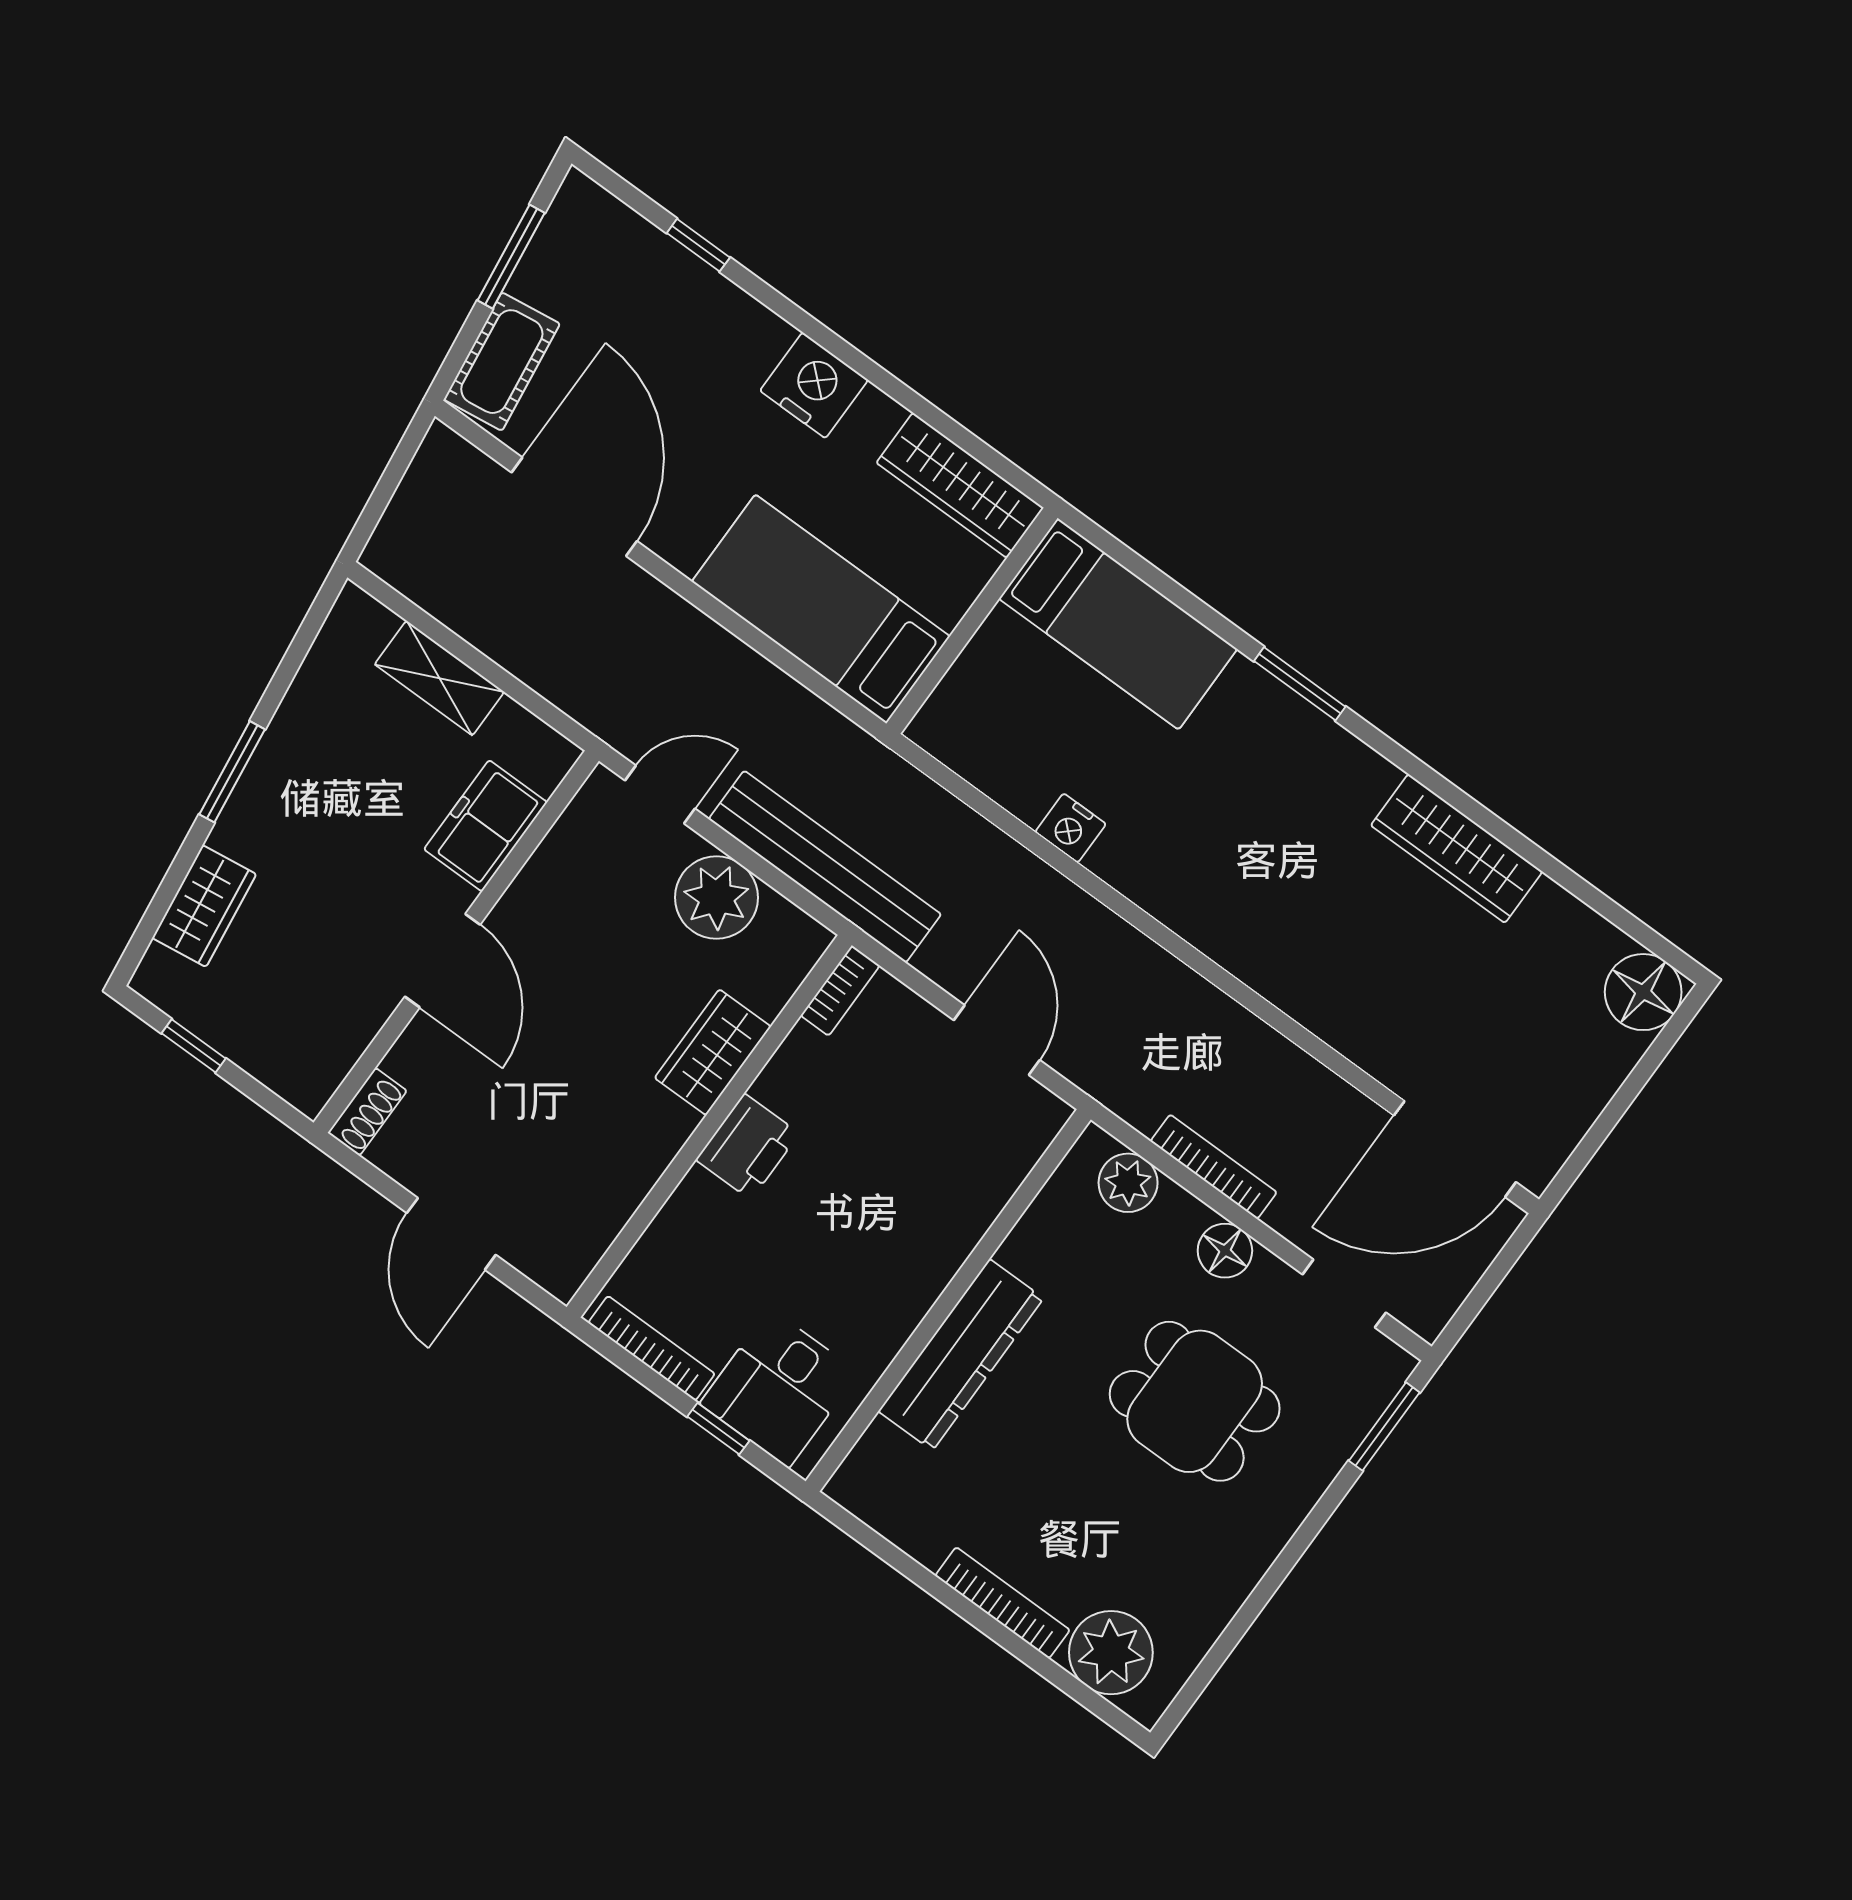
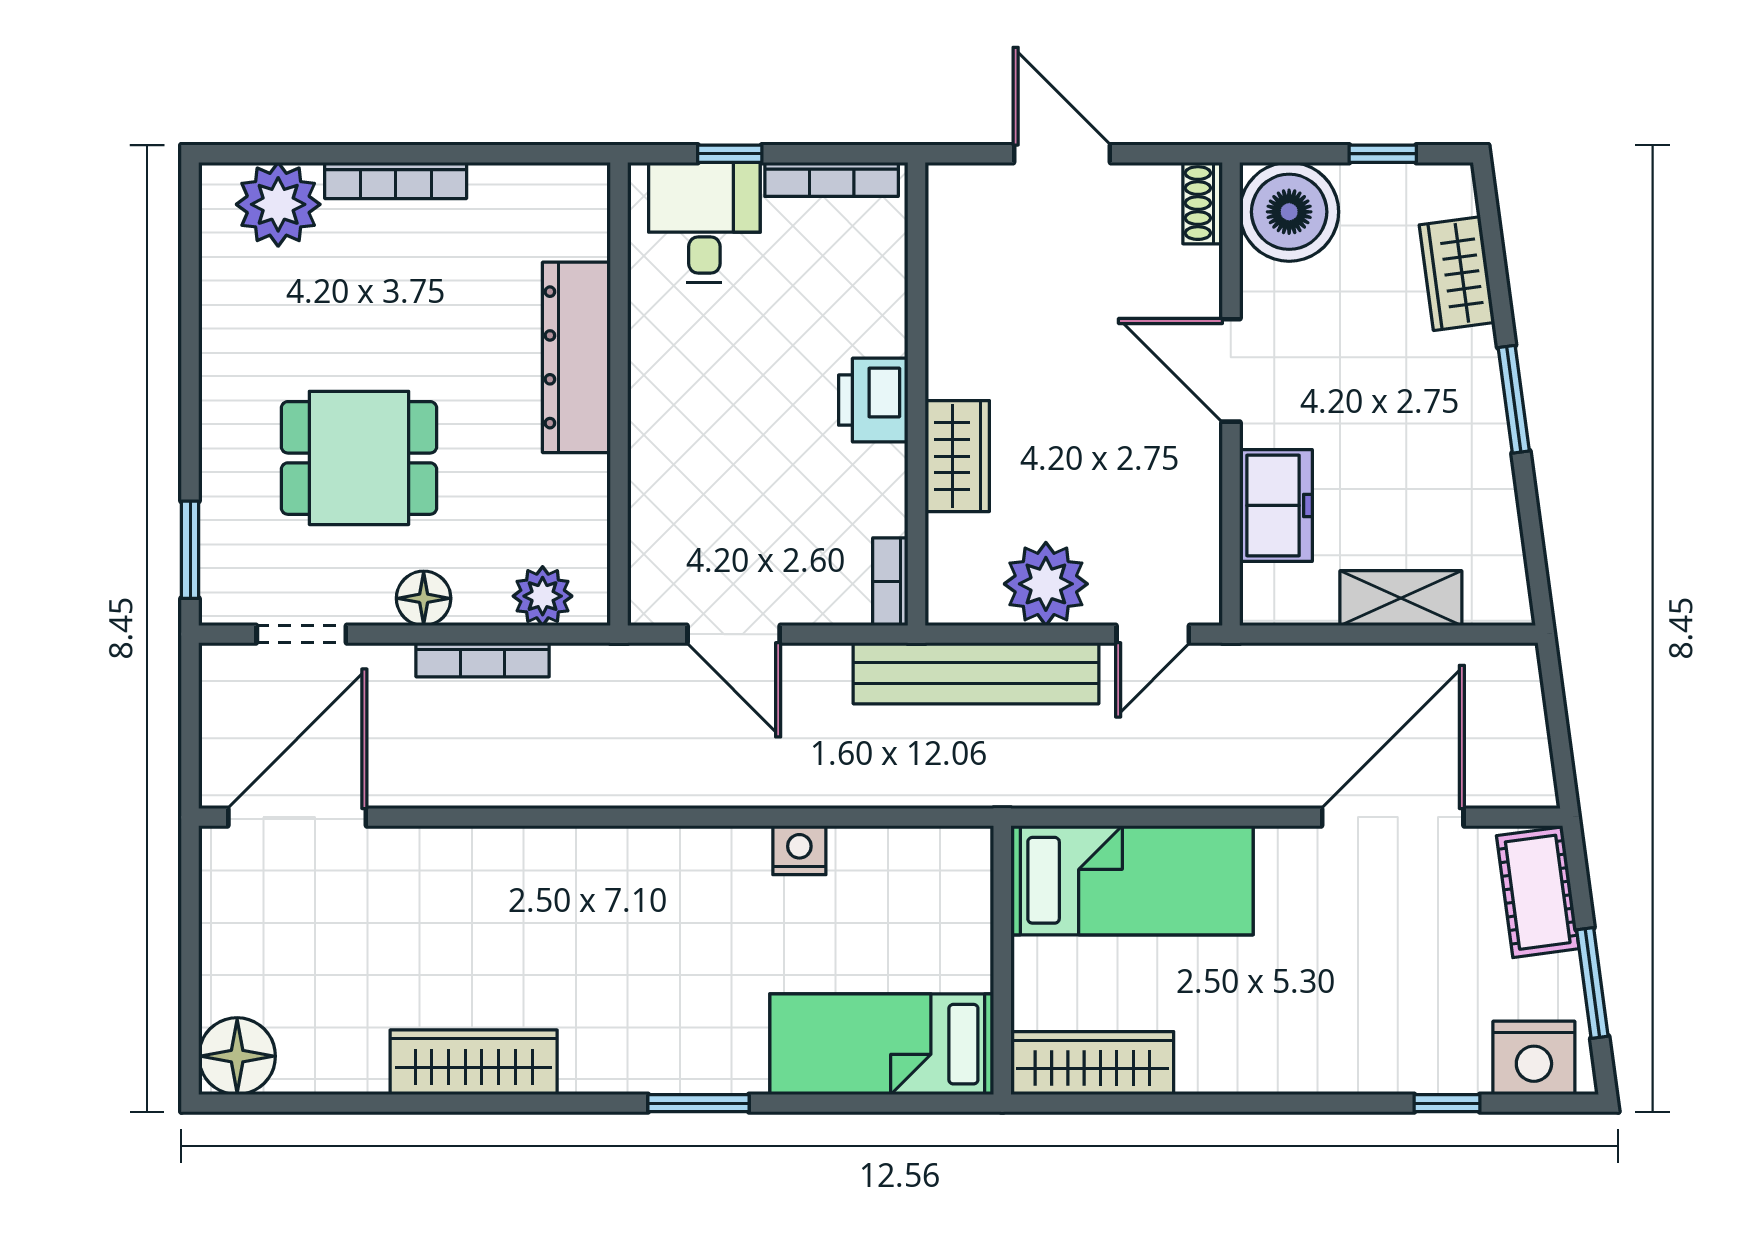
nightstand: (814, 385) -> (1534, 1058), moved
door: (574, 507) -> (1393, 817), swing flipped
boiler: (303, 1054) -> (1289, 212), added

